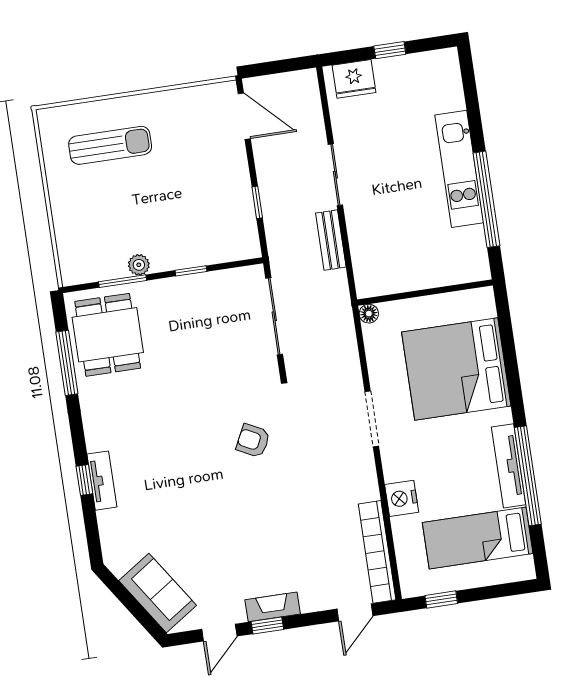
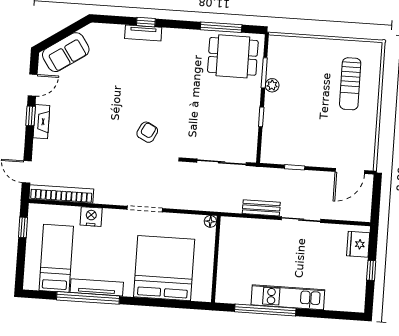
door: (219, 633) -> (33, 85), swing flipped

